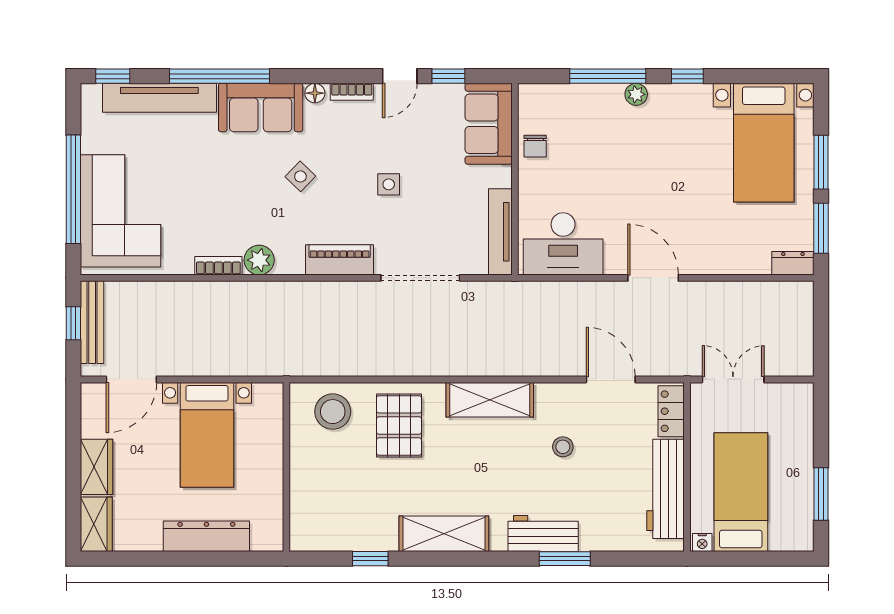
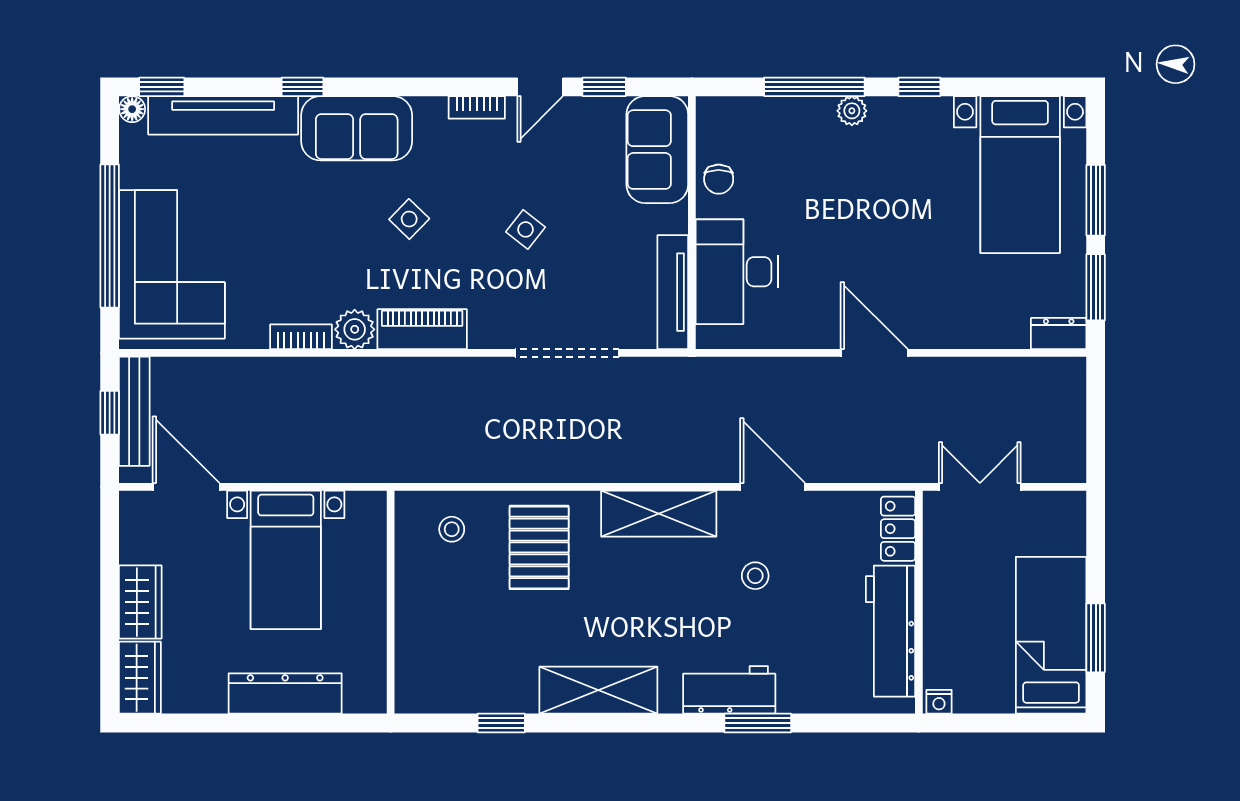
window: (220, 76) -> (302, 87), width x0.32
floor lamp: (315, 93) -> (132, 109), moved
side table: (389, 184) -> (526, 229), turned 38
desk: (563, 244) -> (737, 272), moved, turned 90
piano: (340, 260) -> (422, 329), moved
door: (131, 379) -> (186, 487), swing flipped
door: (611, 379) -> (773, 487), moved
stool: (333, 412) -> (452, 529), width x0.53, depth x0.53
bed: (741, 492) -> (1051, 635), moved

